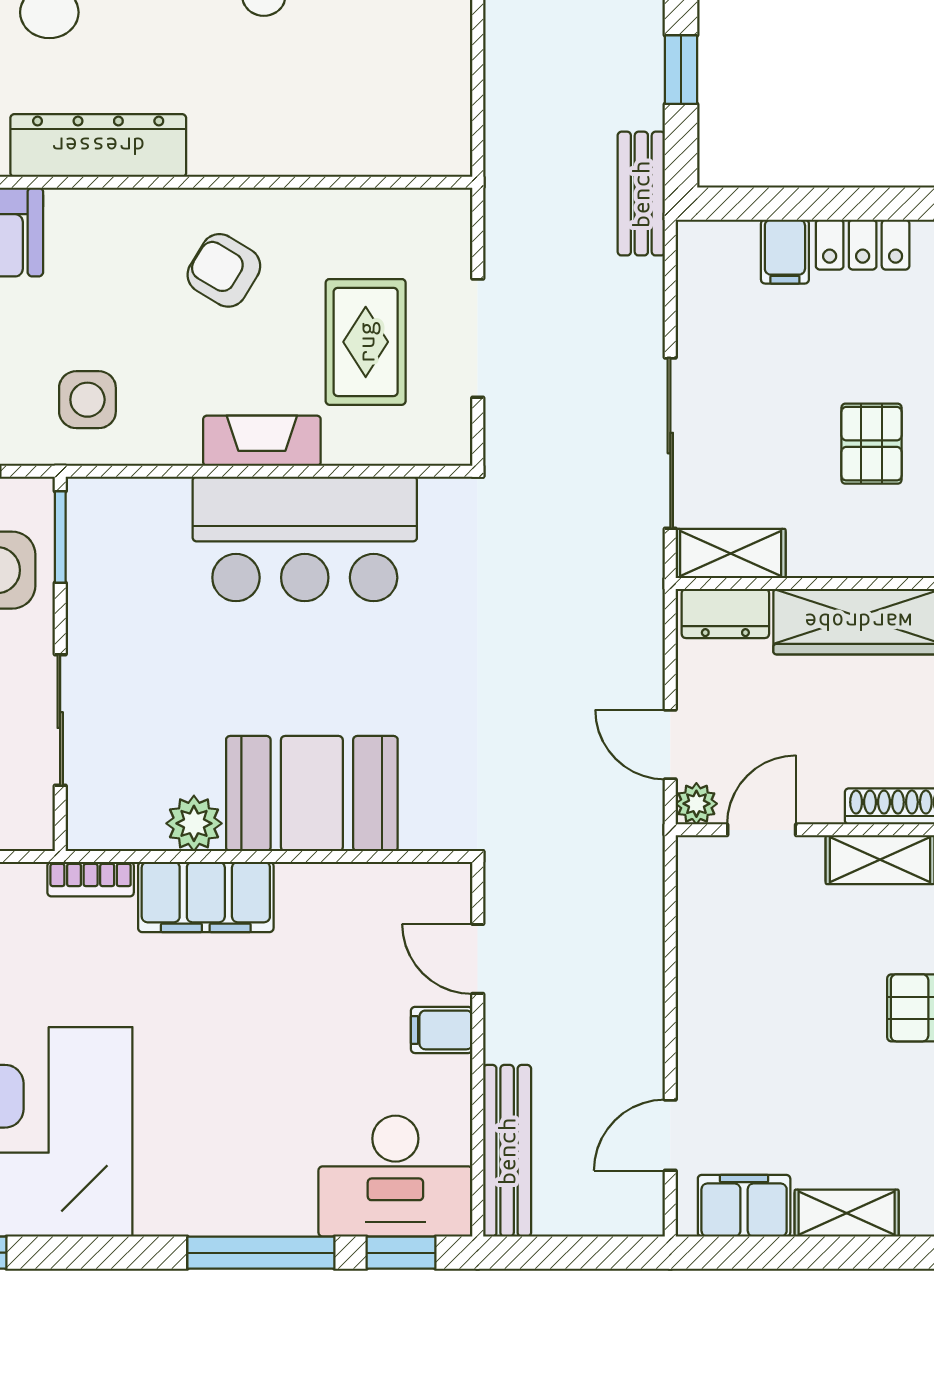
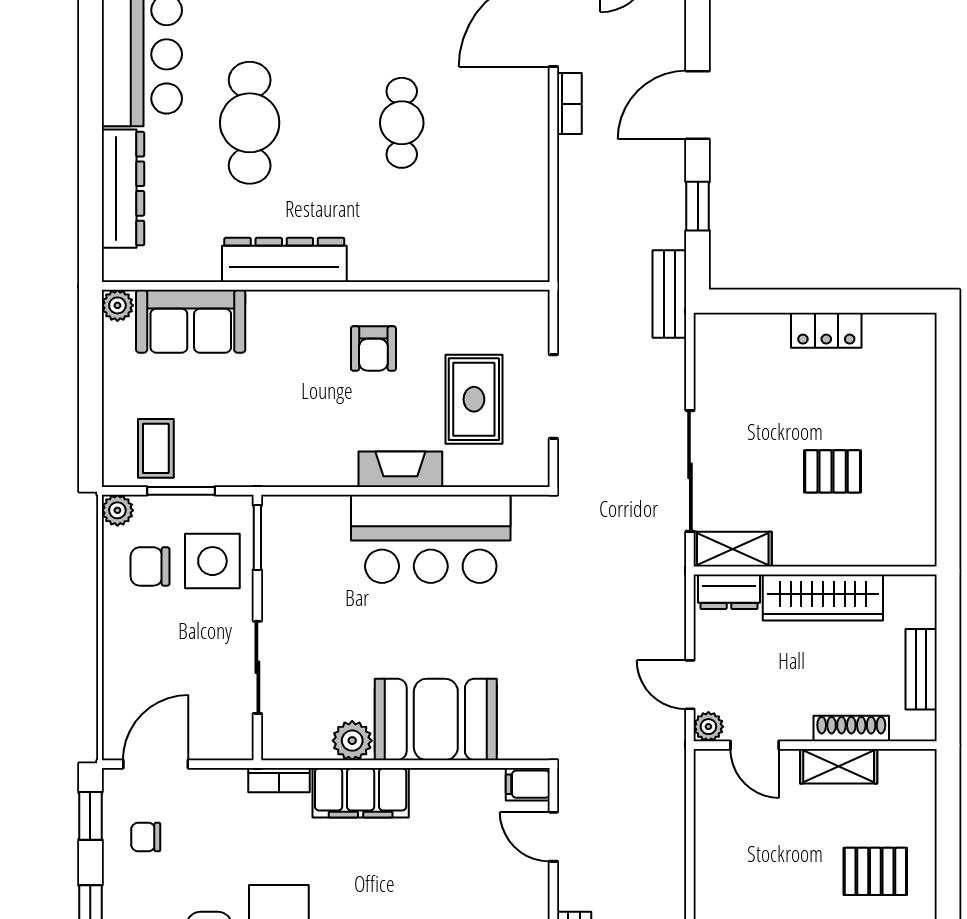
filing cabinet: (785, 252) -> (771, 335), removed
armchair: (224, 270) -> (373, 348), turned -121
side table: (87, 400) -> (277, 440), removed
pallet: (871, 444) -> (833, 471), turned 90
door: (762, 830) -> (755, 745), swing flipped
filing cabinet: (442, 1030) -> (528, 784), moved

